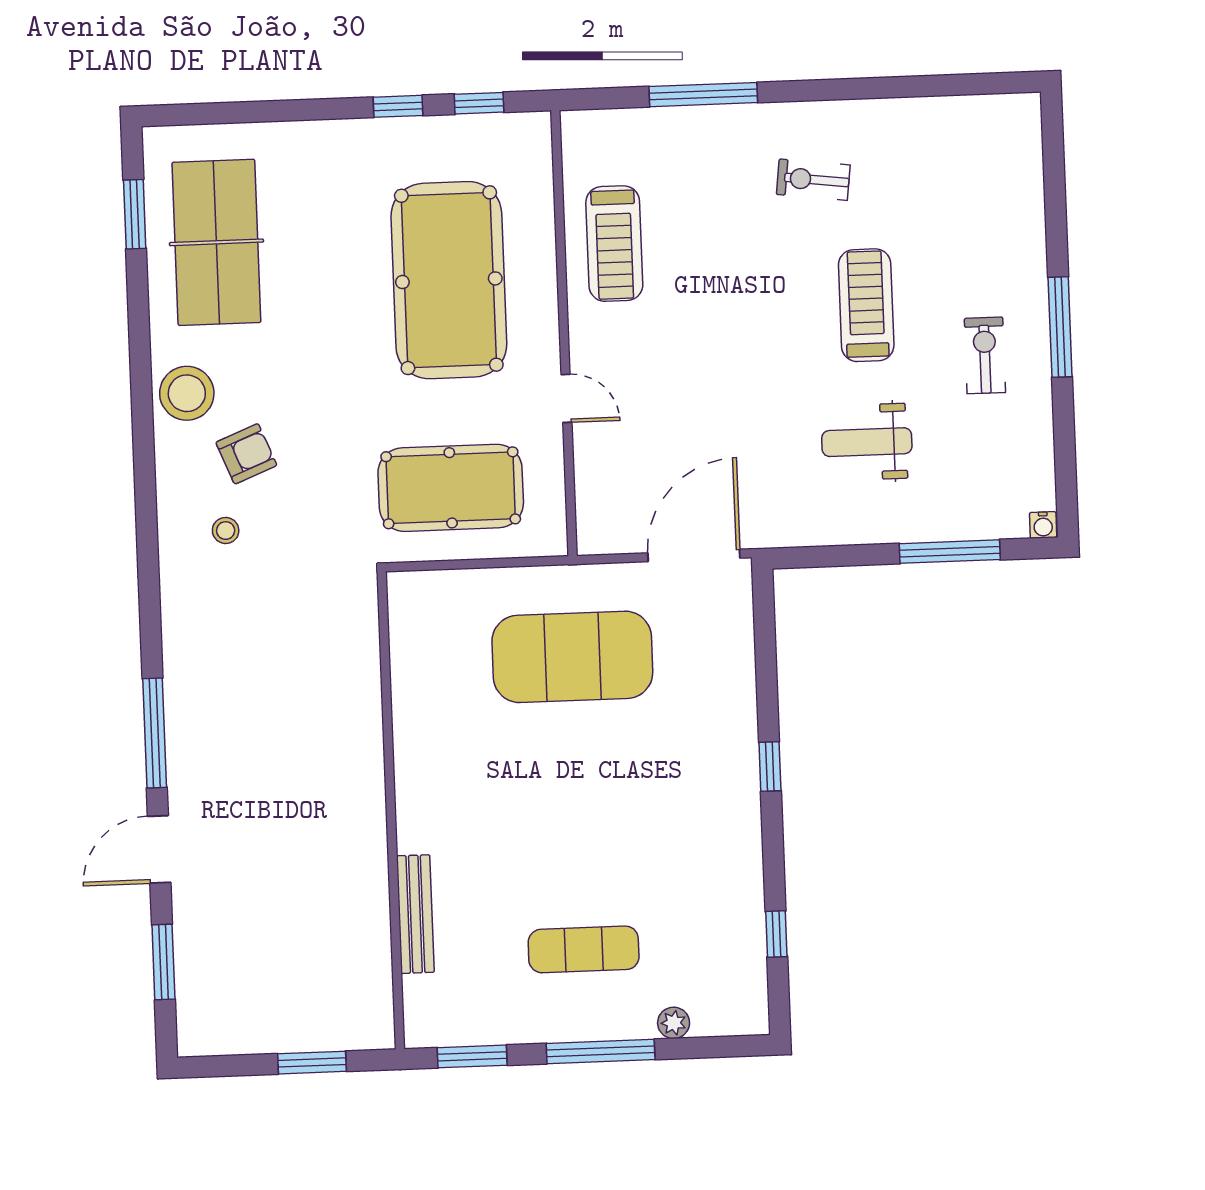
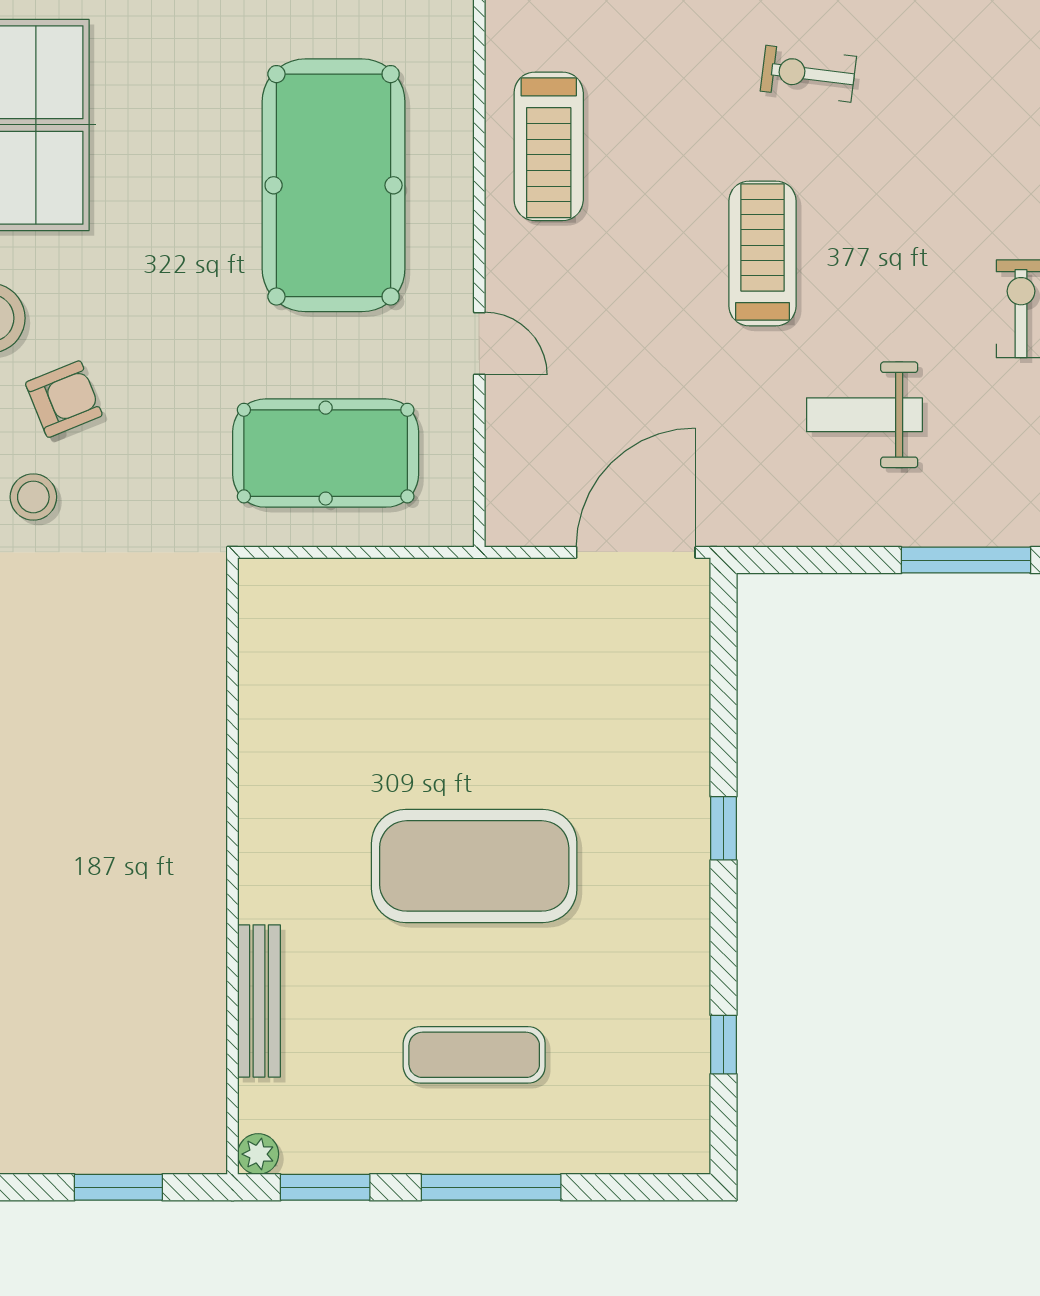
treadmill: (866, 305) -> (763, 253), moved
stool: (226, 531) -> (33, 497), width x1.37, depth x1.37
exercise mat: (572, 657) -> (474, 866), moved
plant: (674, 1023) -> (258, 1154), moved

